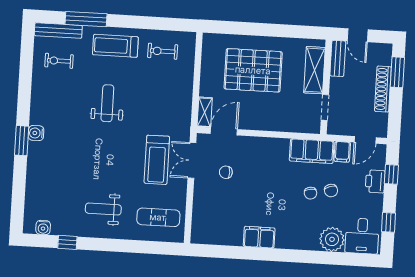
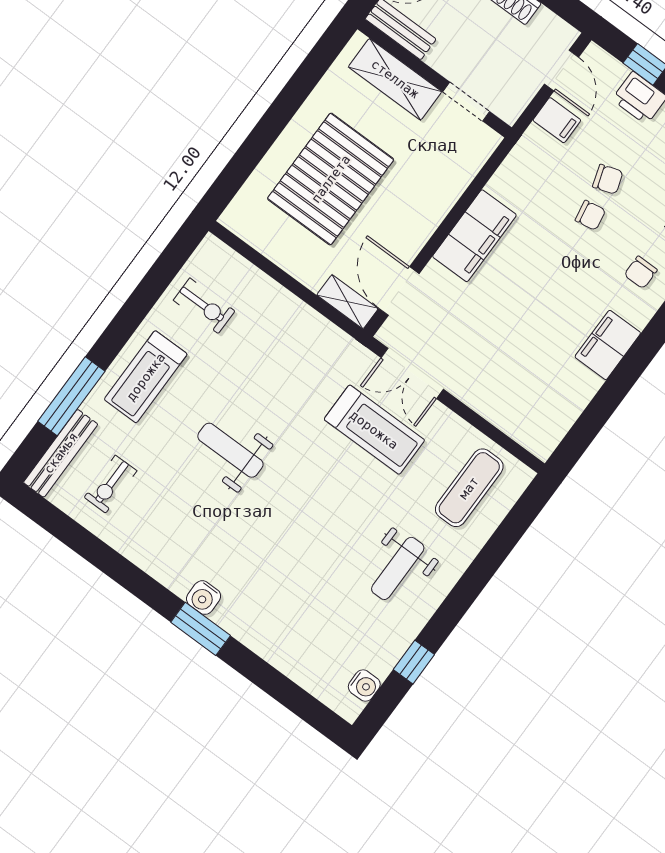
exercise bike: (163, 51) -> (204, 306), turned -90
filing cabinet: (312, 151) -> (474, 236), moved
chair: (226, 172) -> (641, 272), moved

